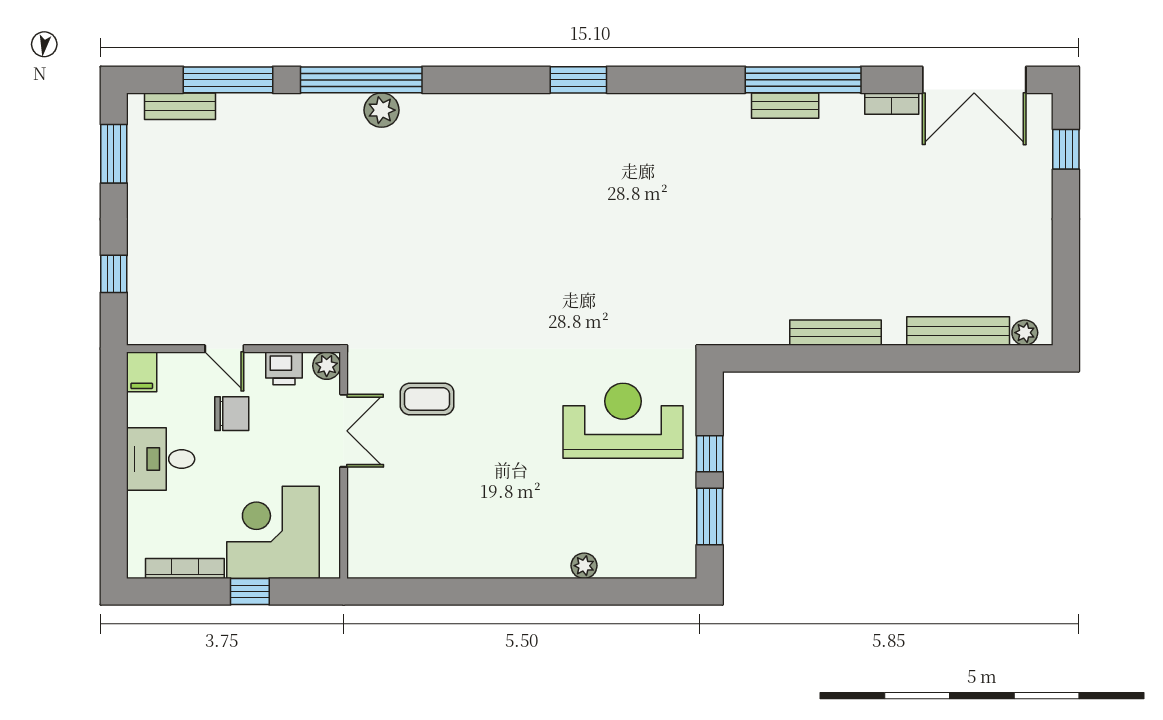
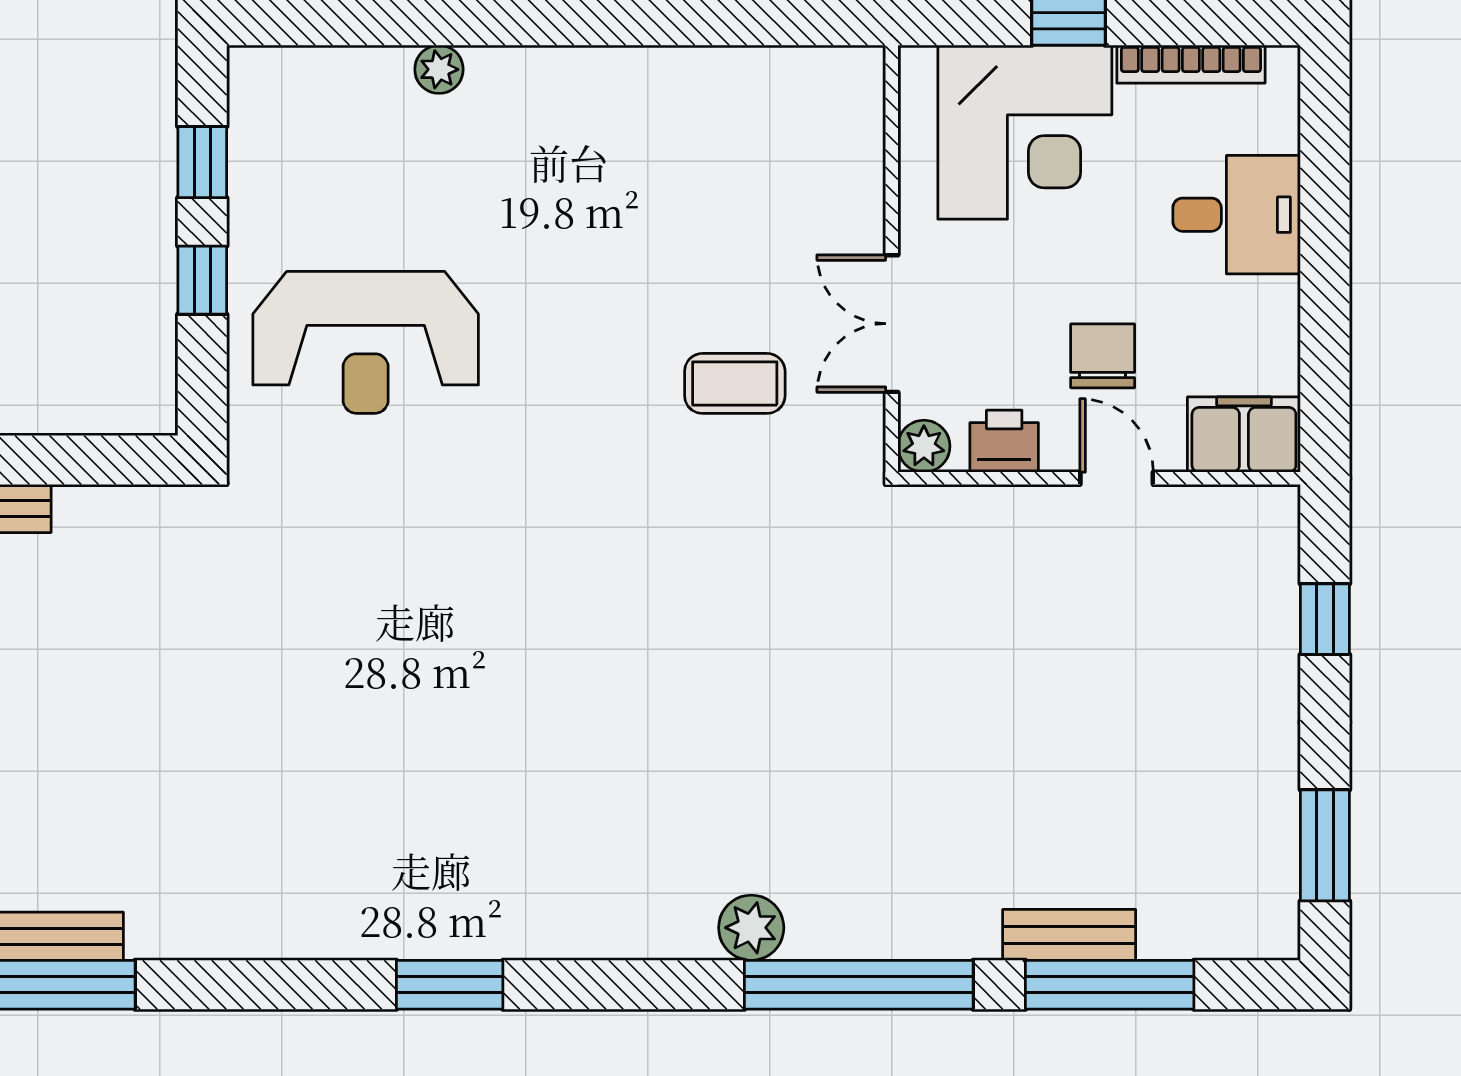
bench: (180, 106) -> (1069, 935), moved
plant: (382, 110) -> (751, 928), moved
filing cabinet: (142, 372) -> (1244, 435), width x2.00
chair: (232, 414) -> (1103, 356), turned 90
desk: (161, 459) -> (1237, 215), moved
window: (710, 516) -> (202, 162), width x0.67

